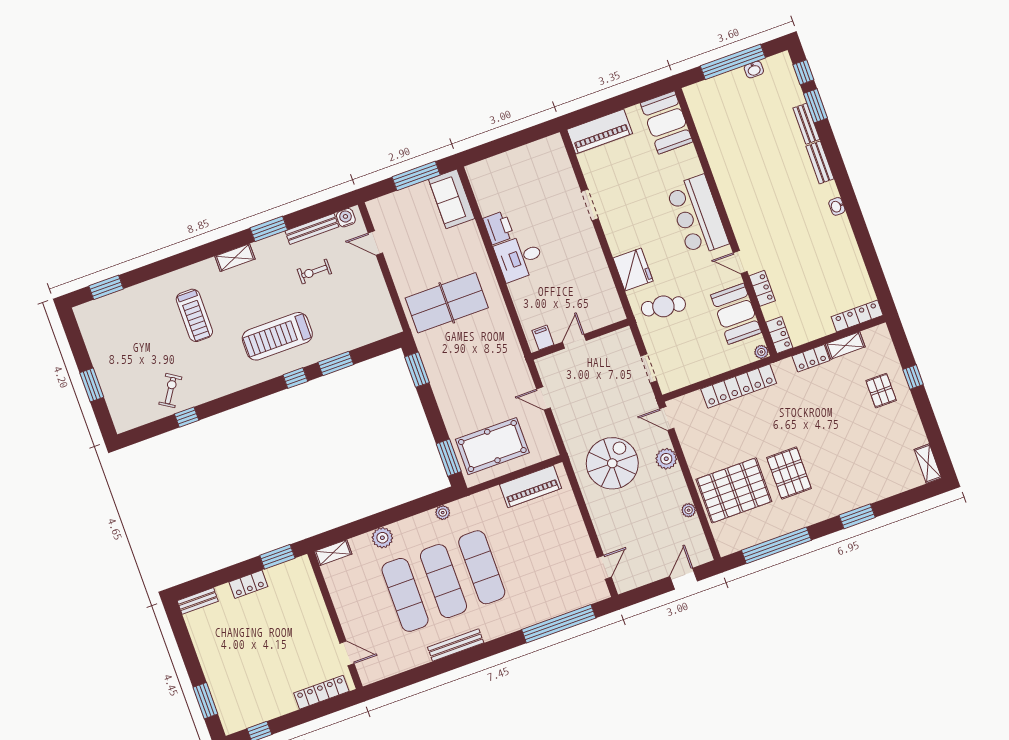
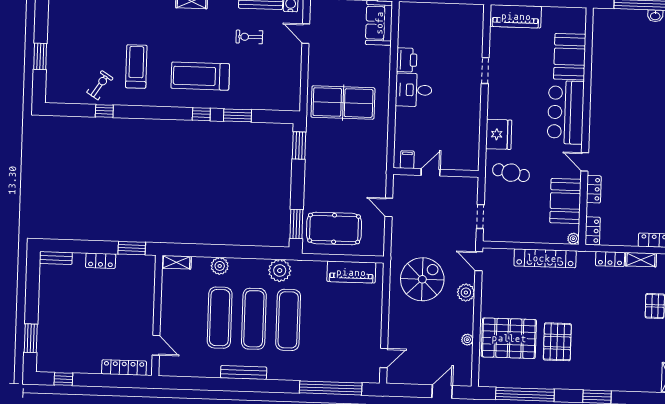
booth: (667, 122) -> (570, 57), moved
treadmill: (194, 315) -> (136, 66), moved, turned 180
plant: (443, 513) -> (280, 271), width x1.88, depth x1.88

